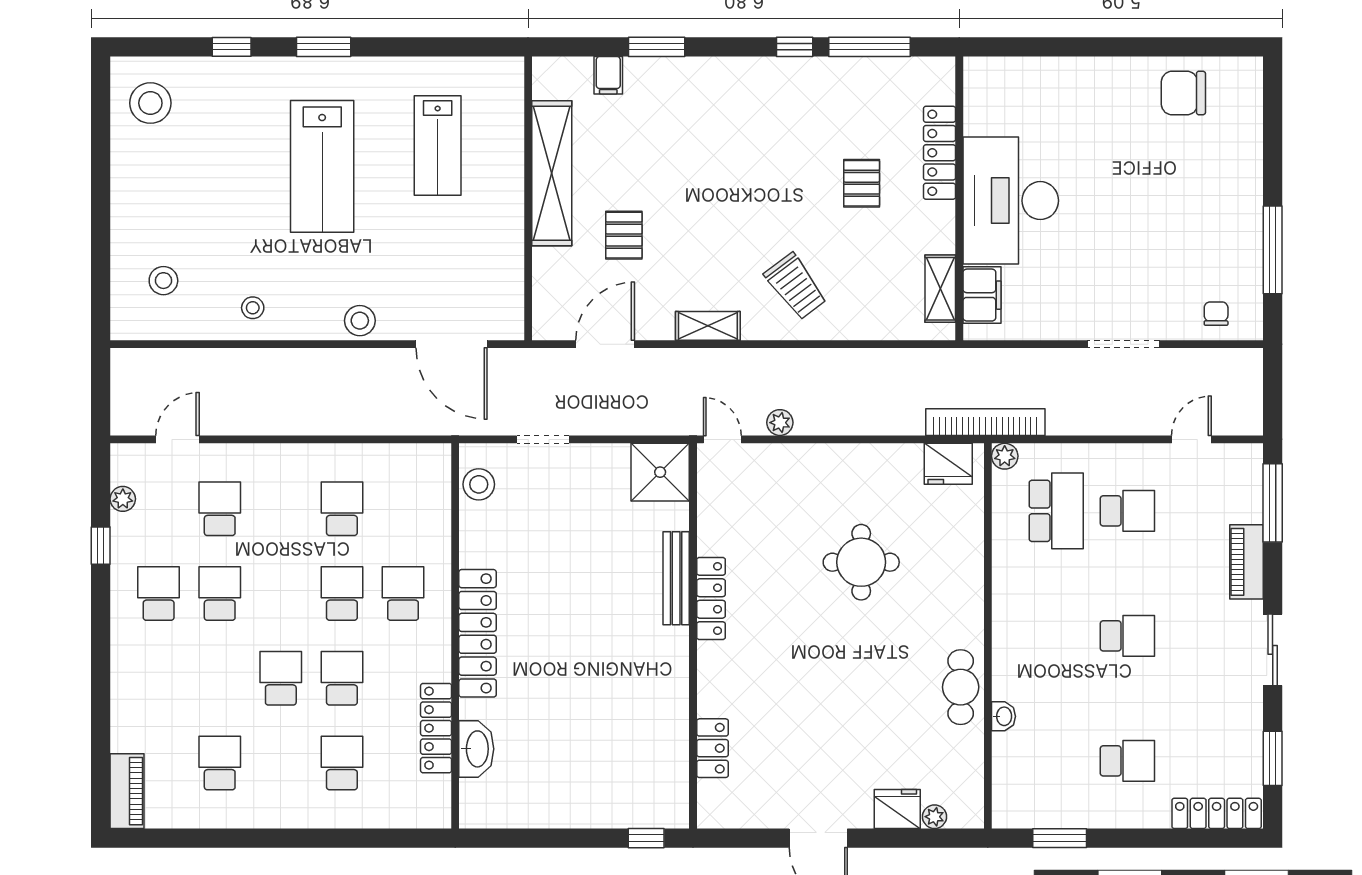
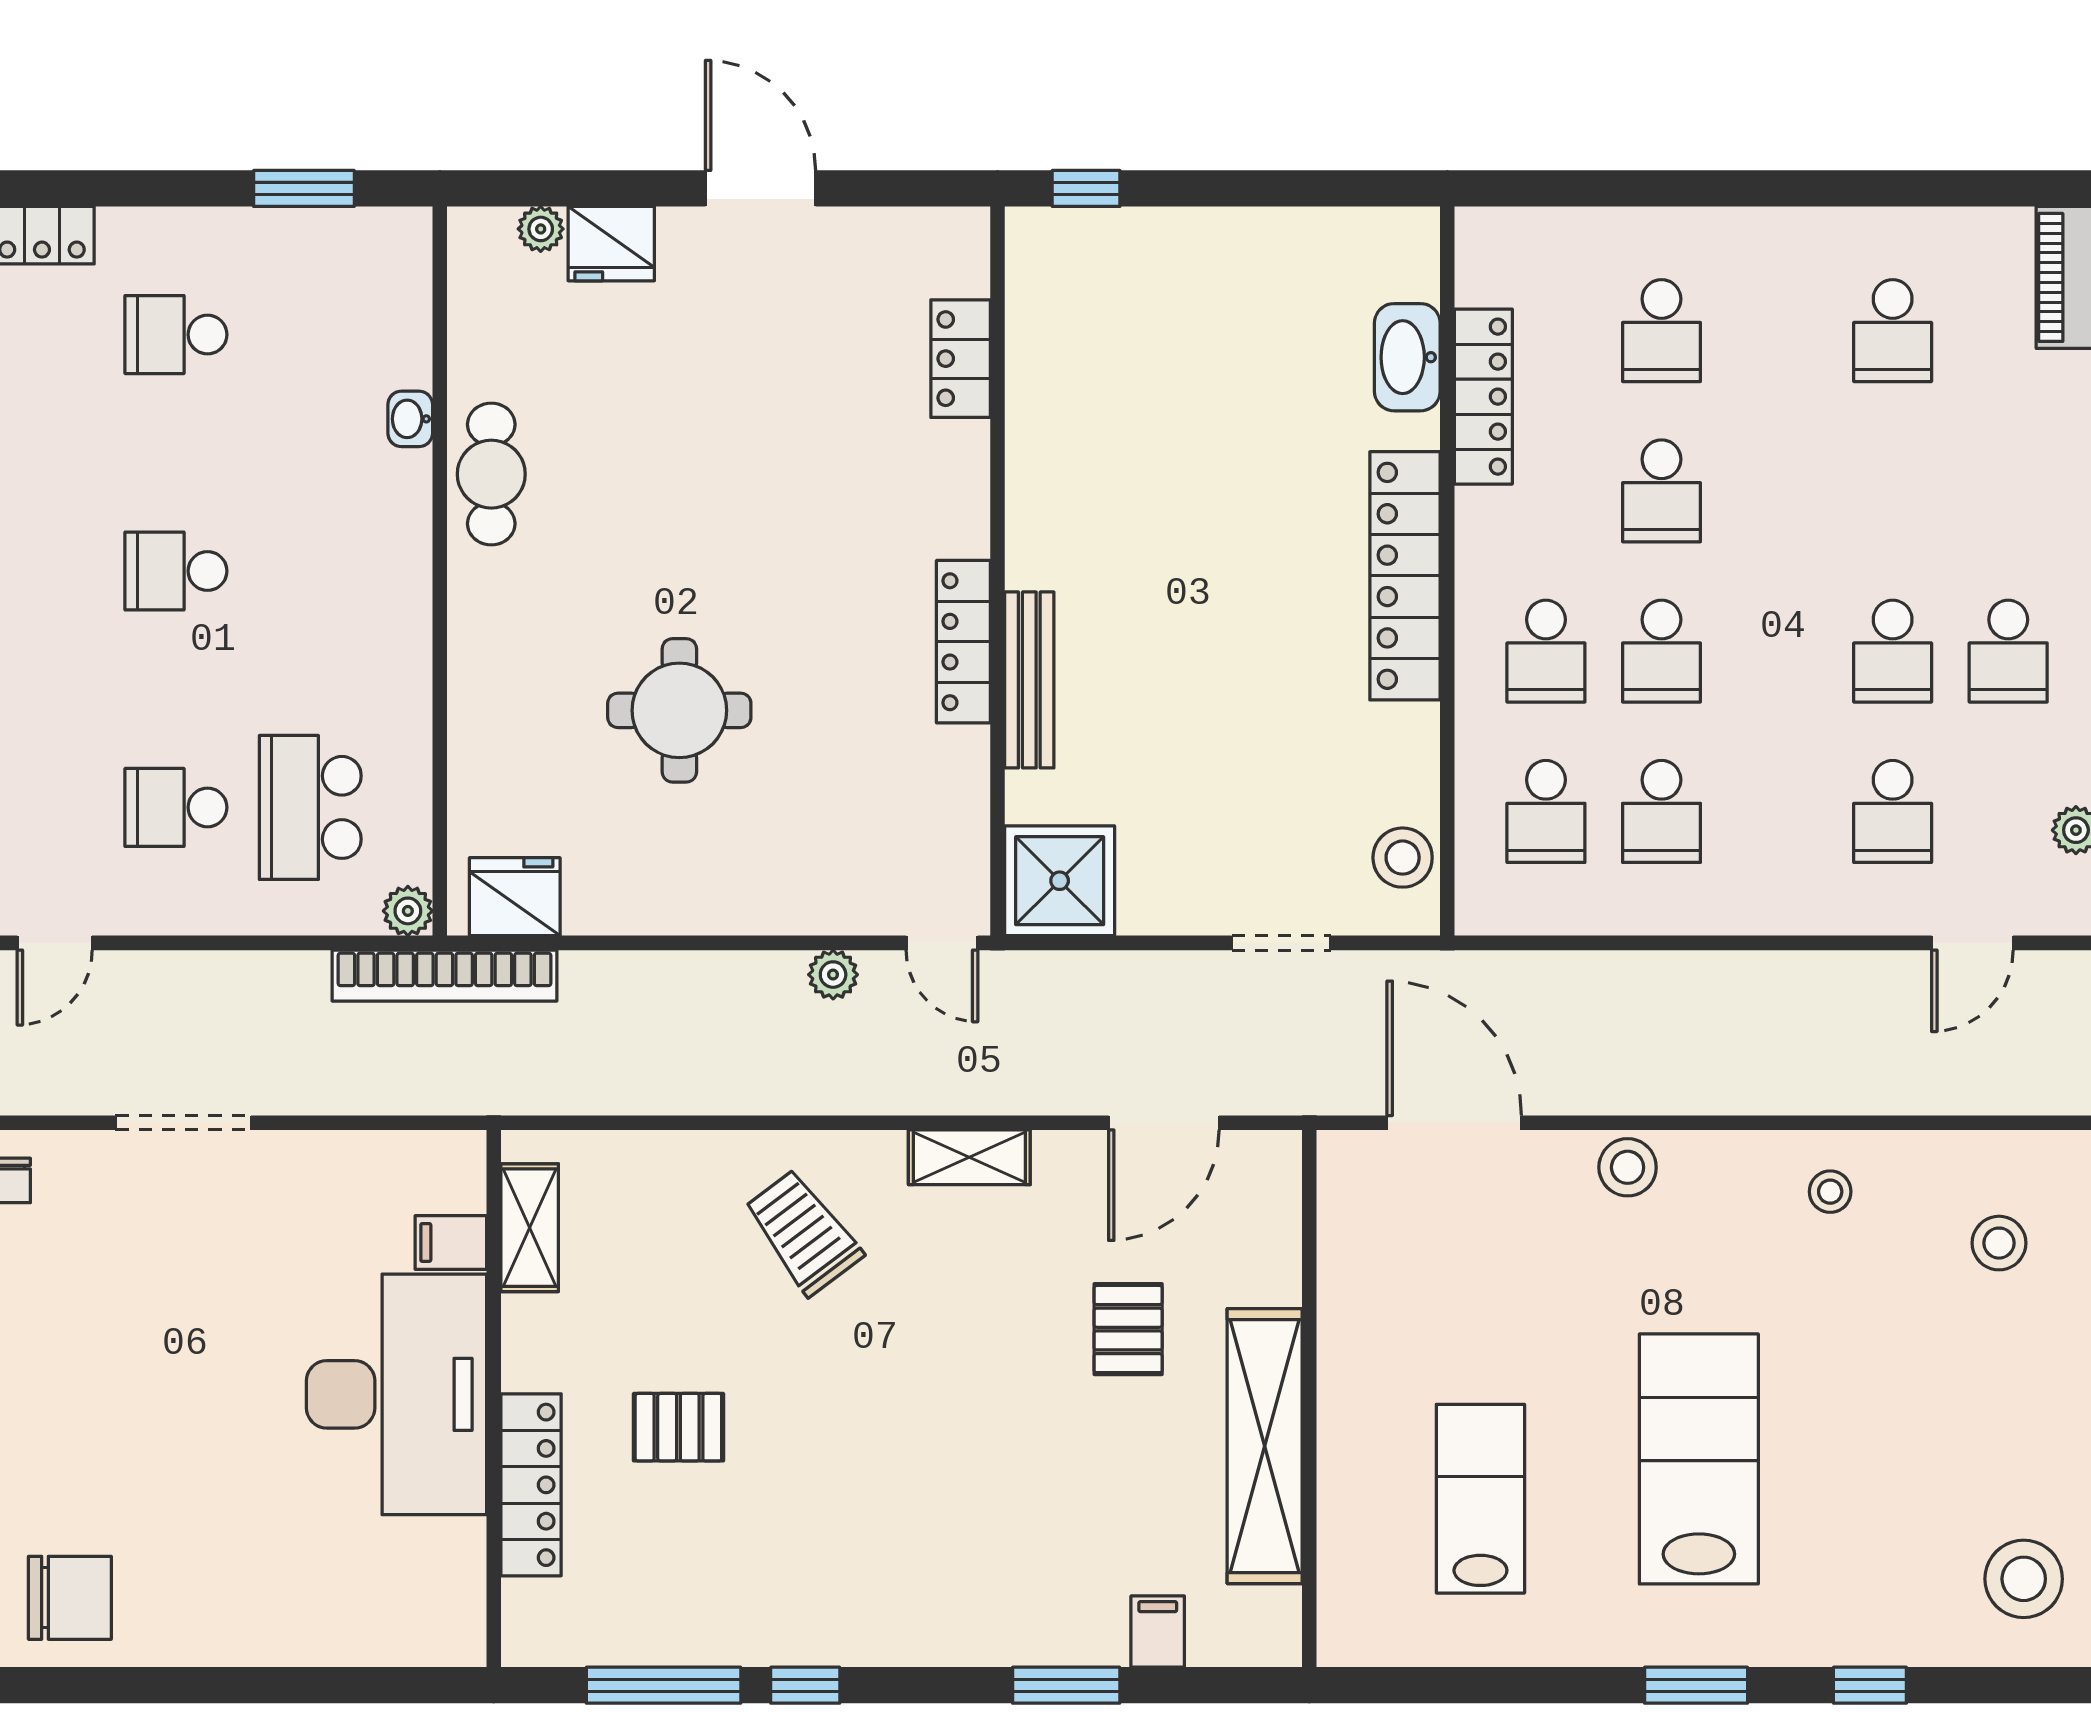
pallet: (862, 183) -> (678, 1427), turned 90
filing cabinet: (982, 295) -> (451, 1242), width x0.50
school desk: (281, 678) -> (1546, 811), moved

